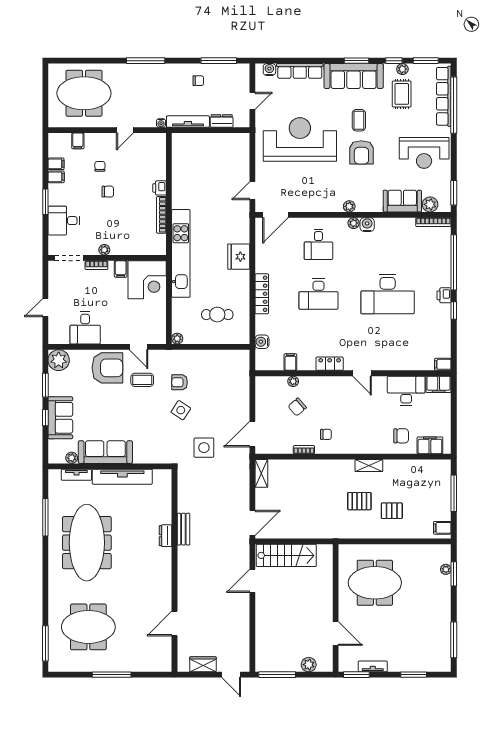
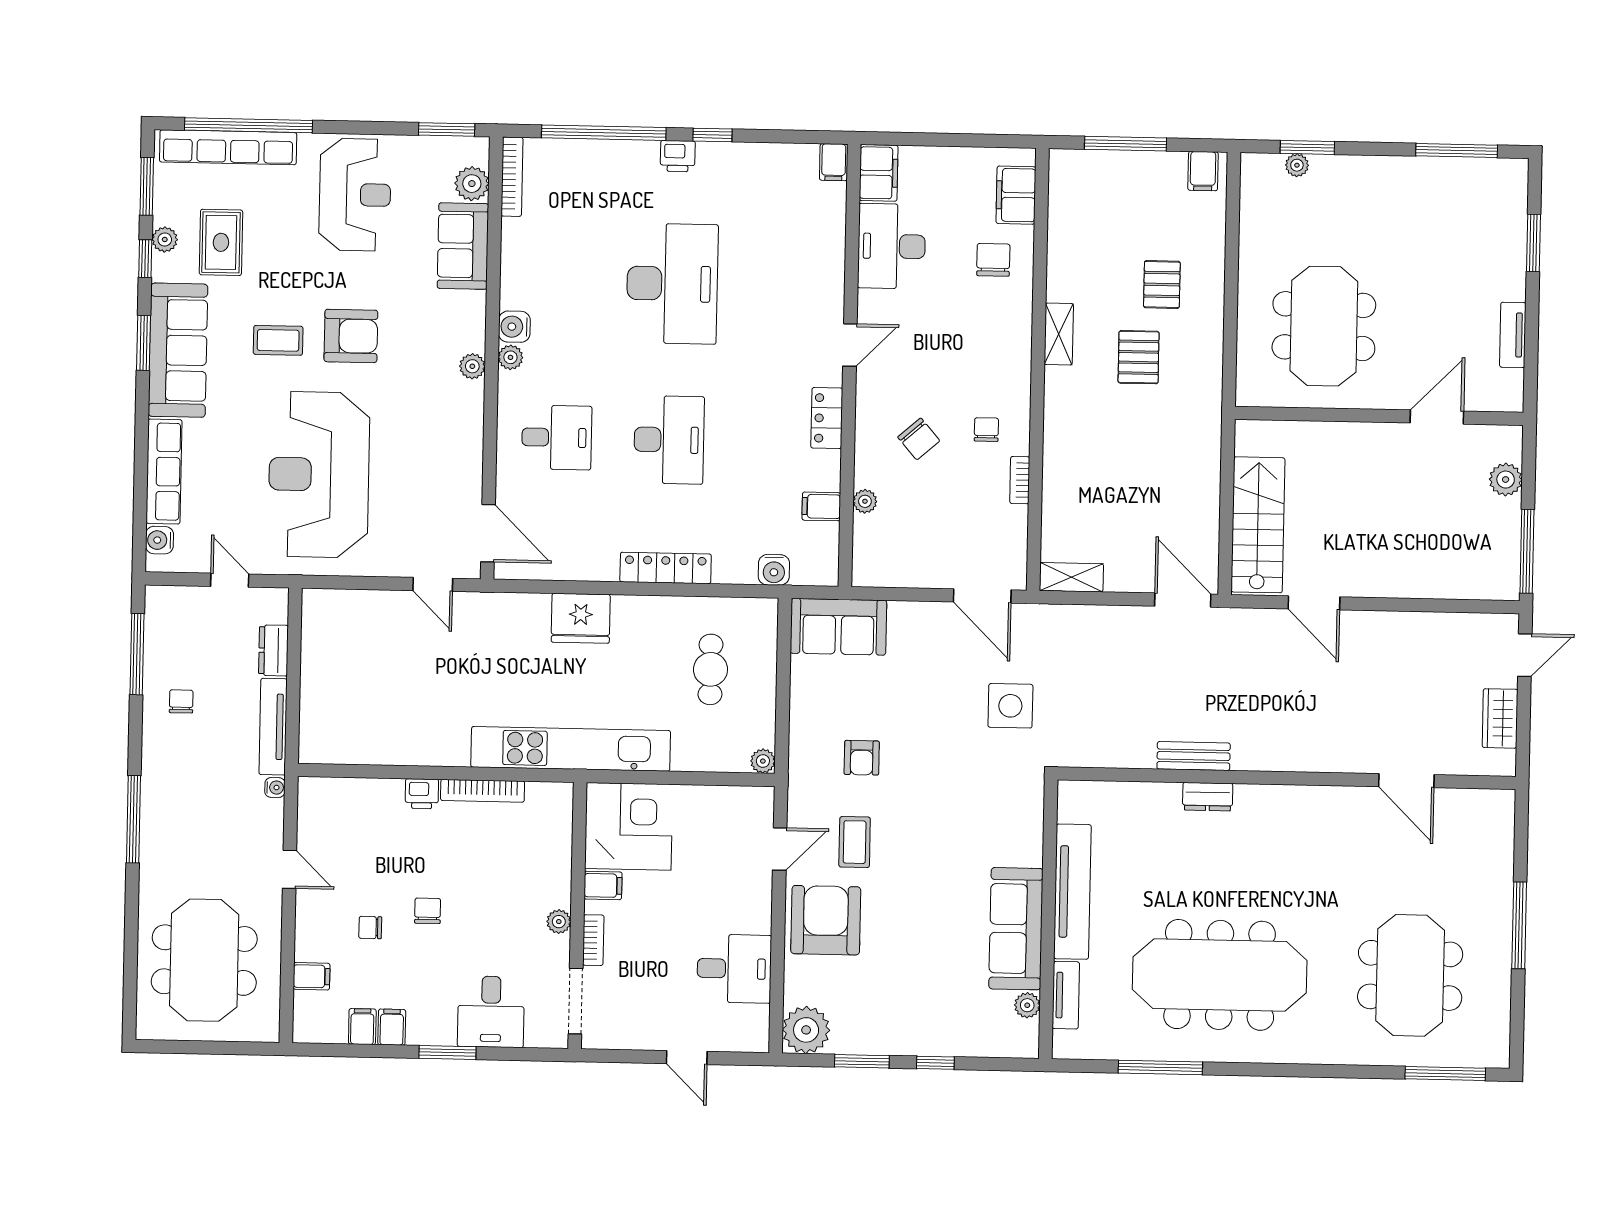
rug: (402, 94) -> (221, 242), turned 90
chair: (297, 407) -> (919, 439), moved
side table: (181, 410) -> (925, 756), removed
sofa: (60, 418) -> (838, 627), moved, turned 180
window: (356, 675) -> (1531, 372), removed

